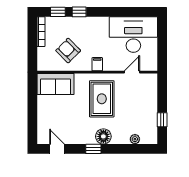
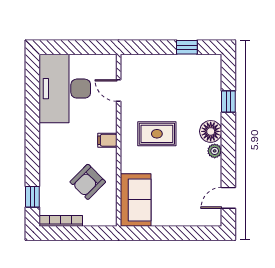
window: (79, 12) -> (32, 166), removed
rug: (102, 99) -> (157, 134), width x0.73, depth x0.70
plant: (135, 139) -> (215, 151), moved
window: (93, 149) -> (228, 101), moved

